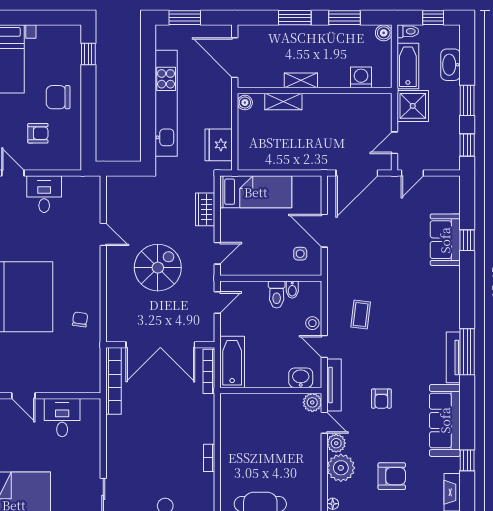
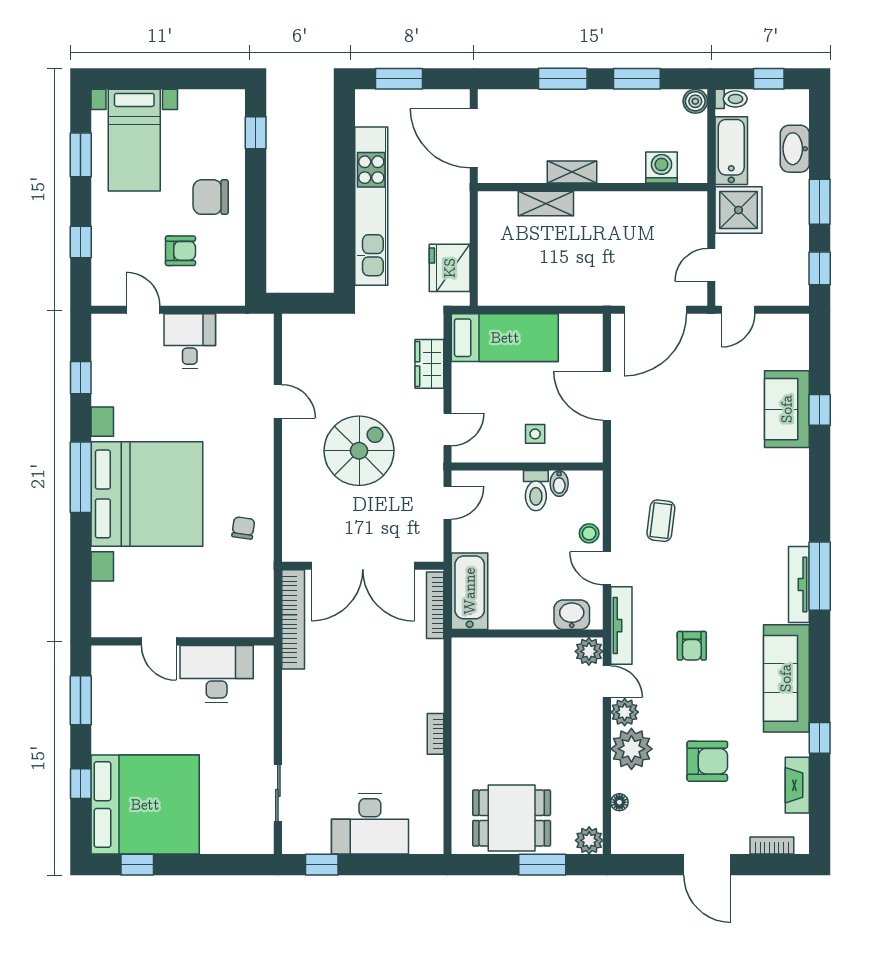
boiler: (245, 103) -> (489, 205), removed
side table: (300, 254) -> (535, 434), moved
desk: (62, 418) -> (217, 674), width x1.37

